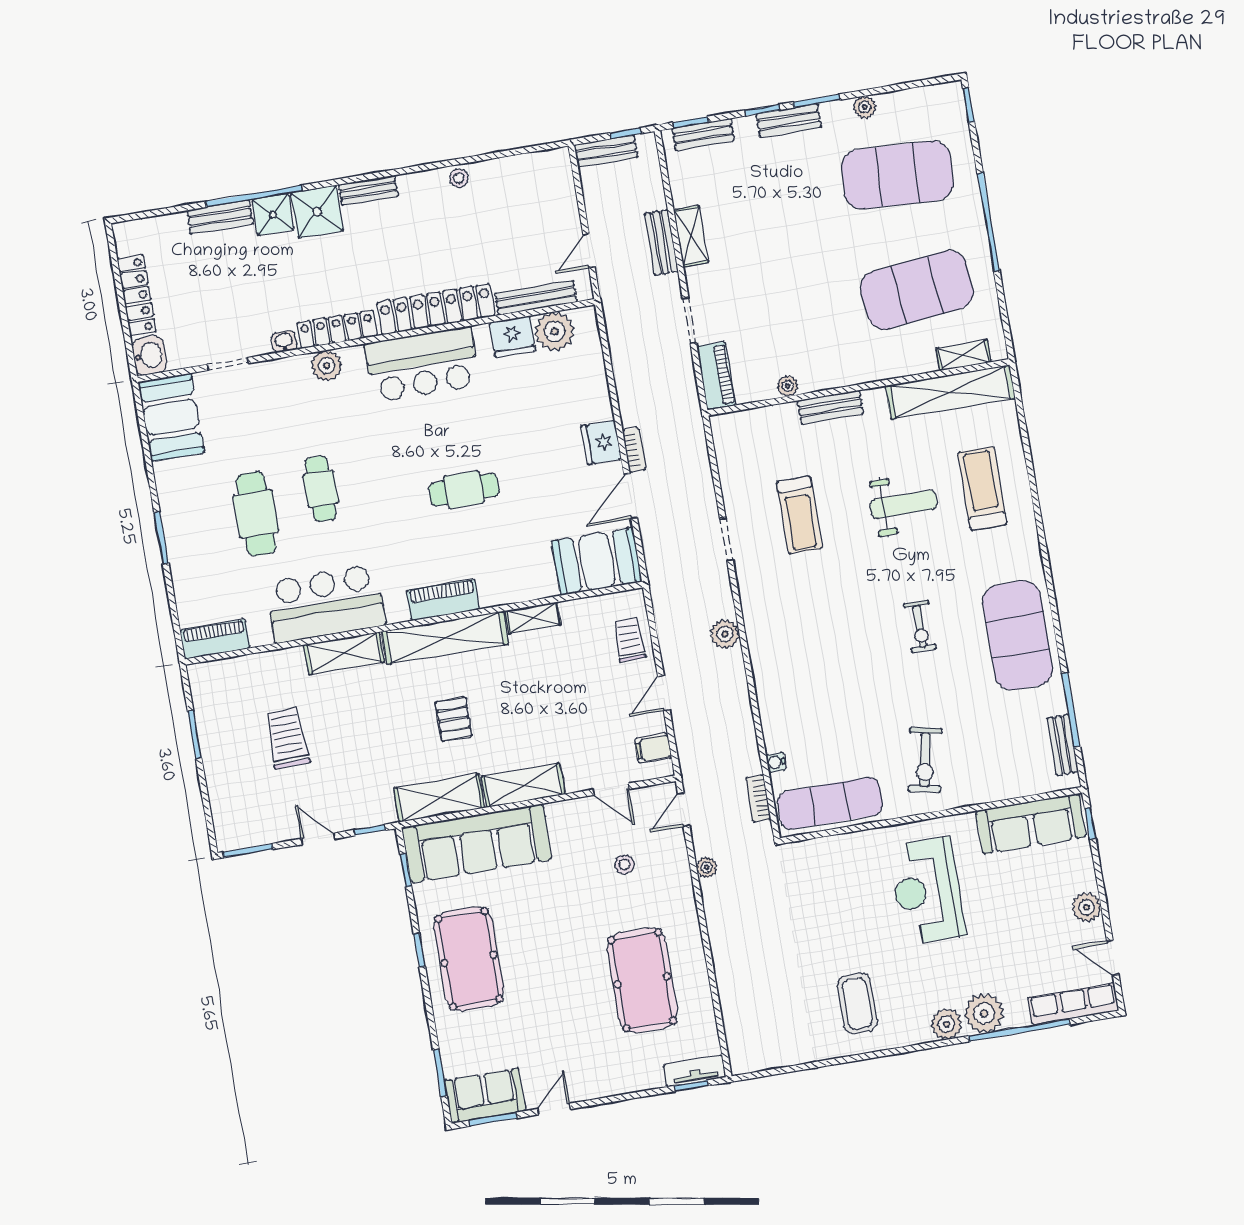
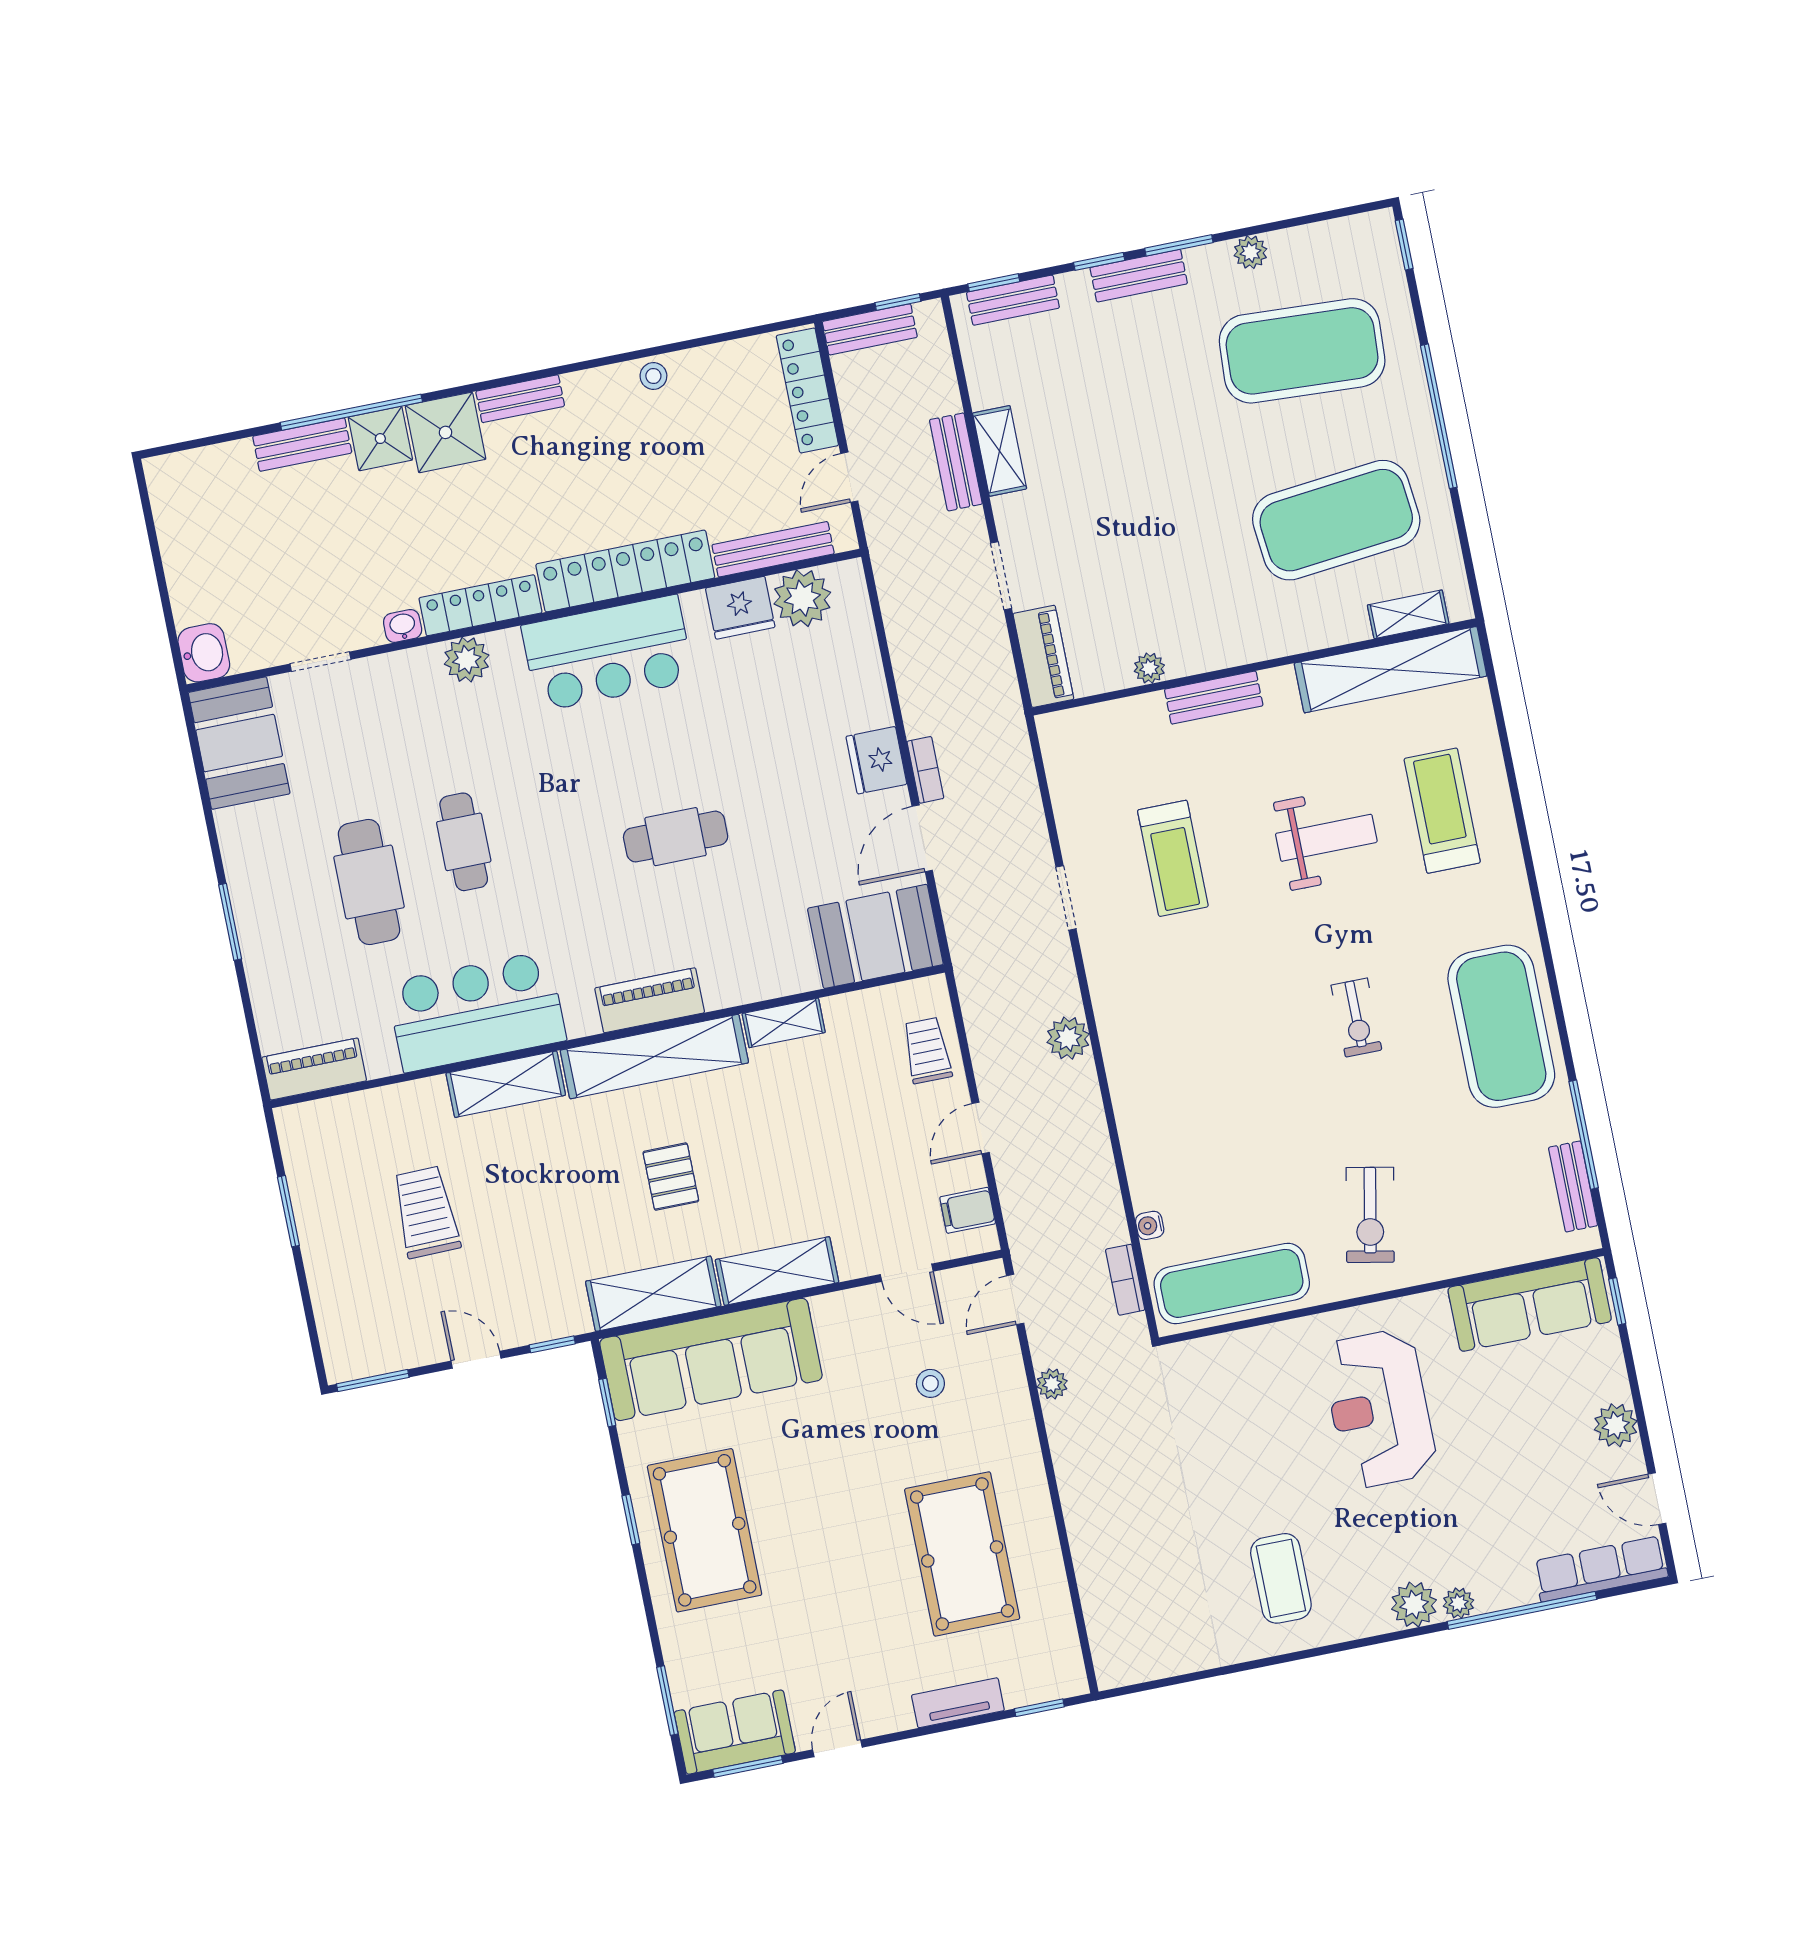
locker: (137, 295) -> (807, 390), moved, turned 180
plant: (984, 1013) -> (1459, 1603), width x0.53, depth x0.53
tv unit: (695, 1071) -> (958, 1703), moved

